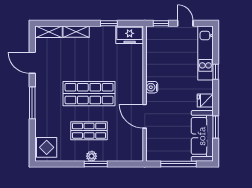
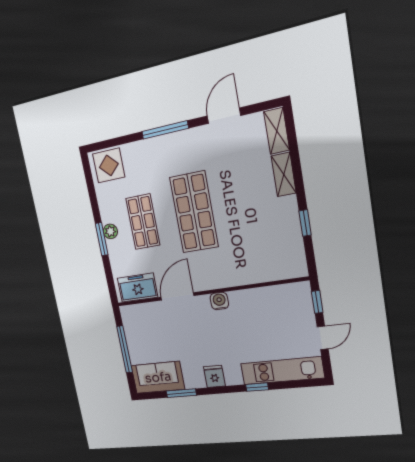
freezer: (130, 35) -> (138, 288), moved, turned 90
sofa: (202, 136) -> (158, 377), width x0.73

